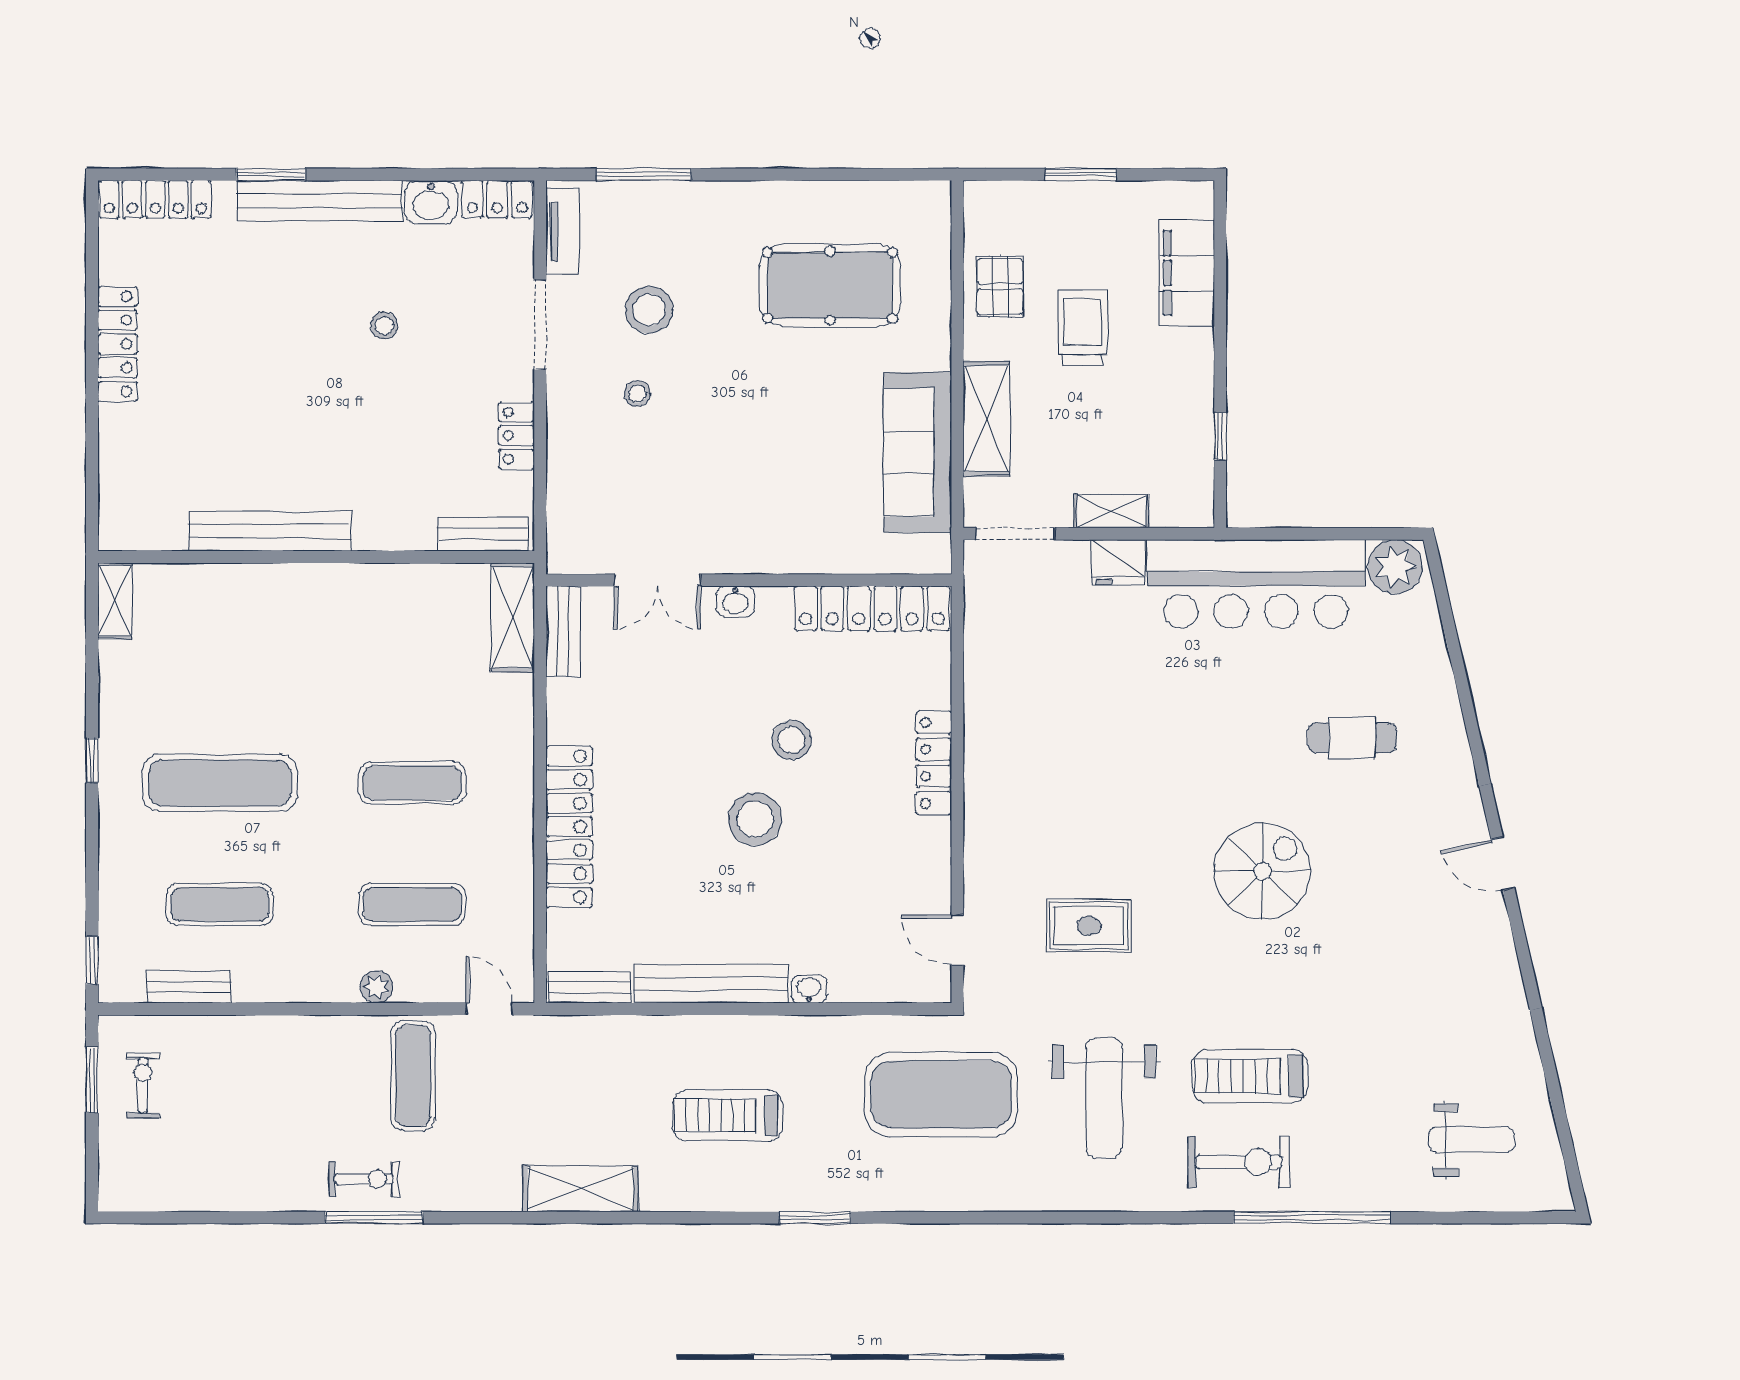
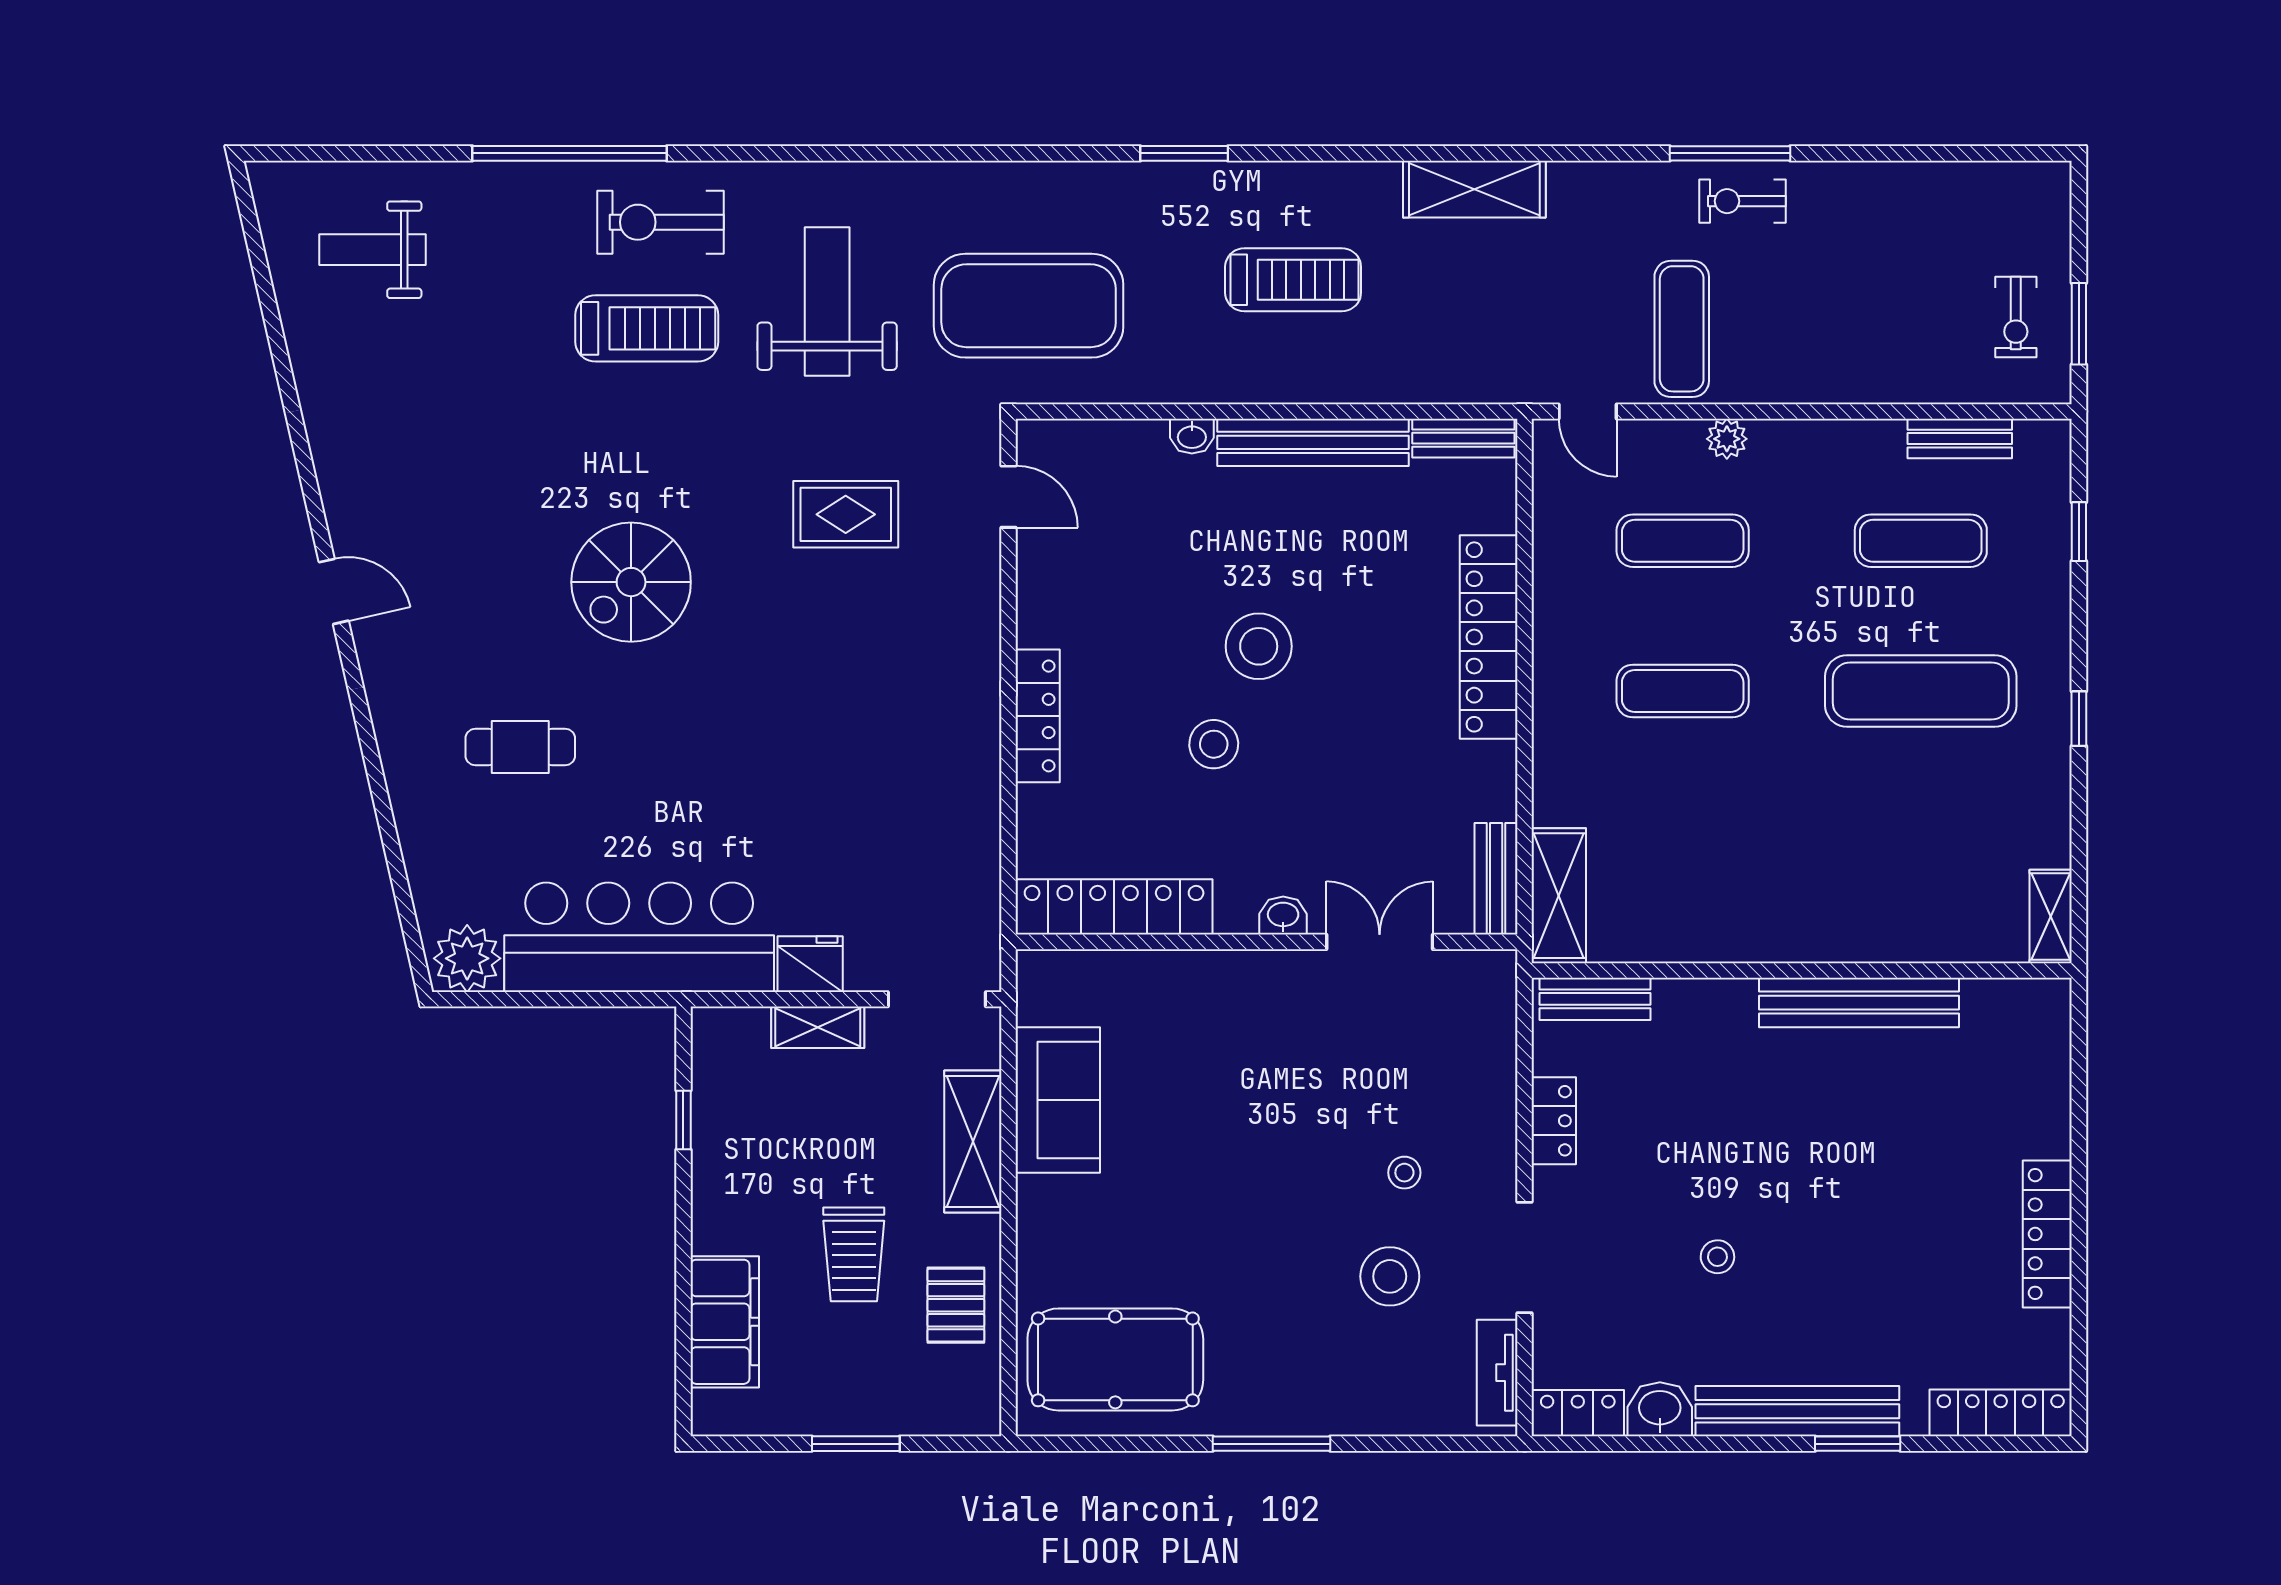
window: (644, 174) -> (1272, 1444), moved
pool table: (830, 285) -> (1115, 1359), moved
sofa: (918, 452) -> (1058, 1100), width x0.73
window: (92, 960) -> (2079, 532), moved

